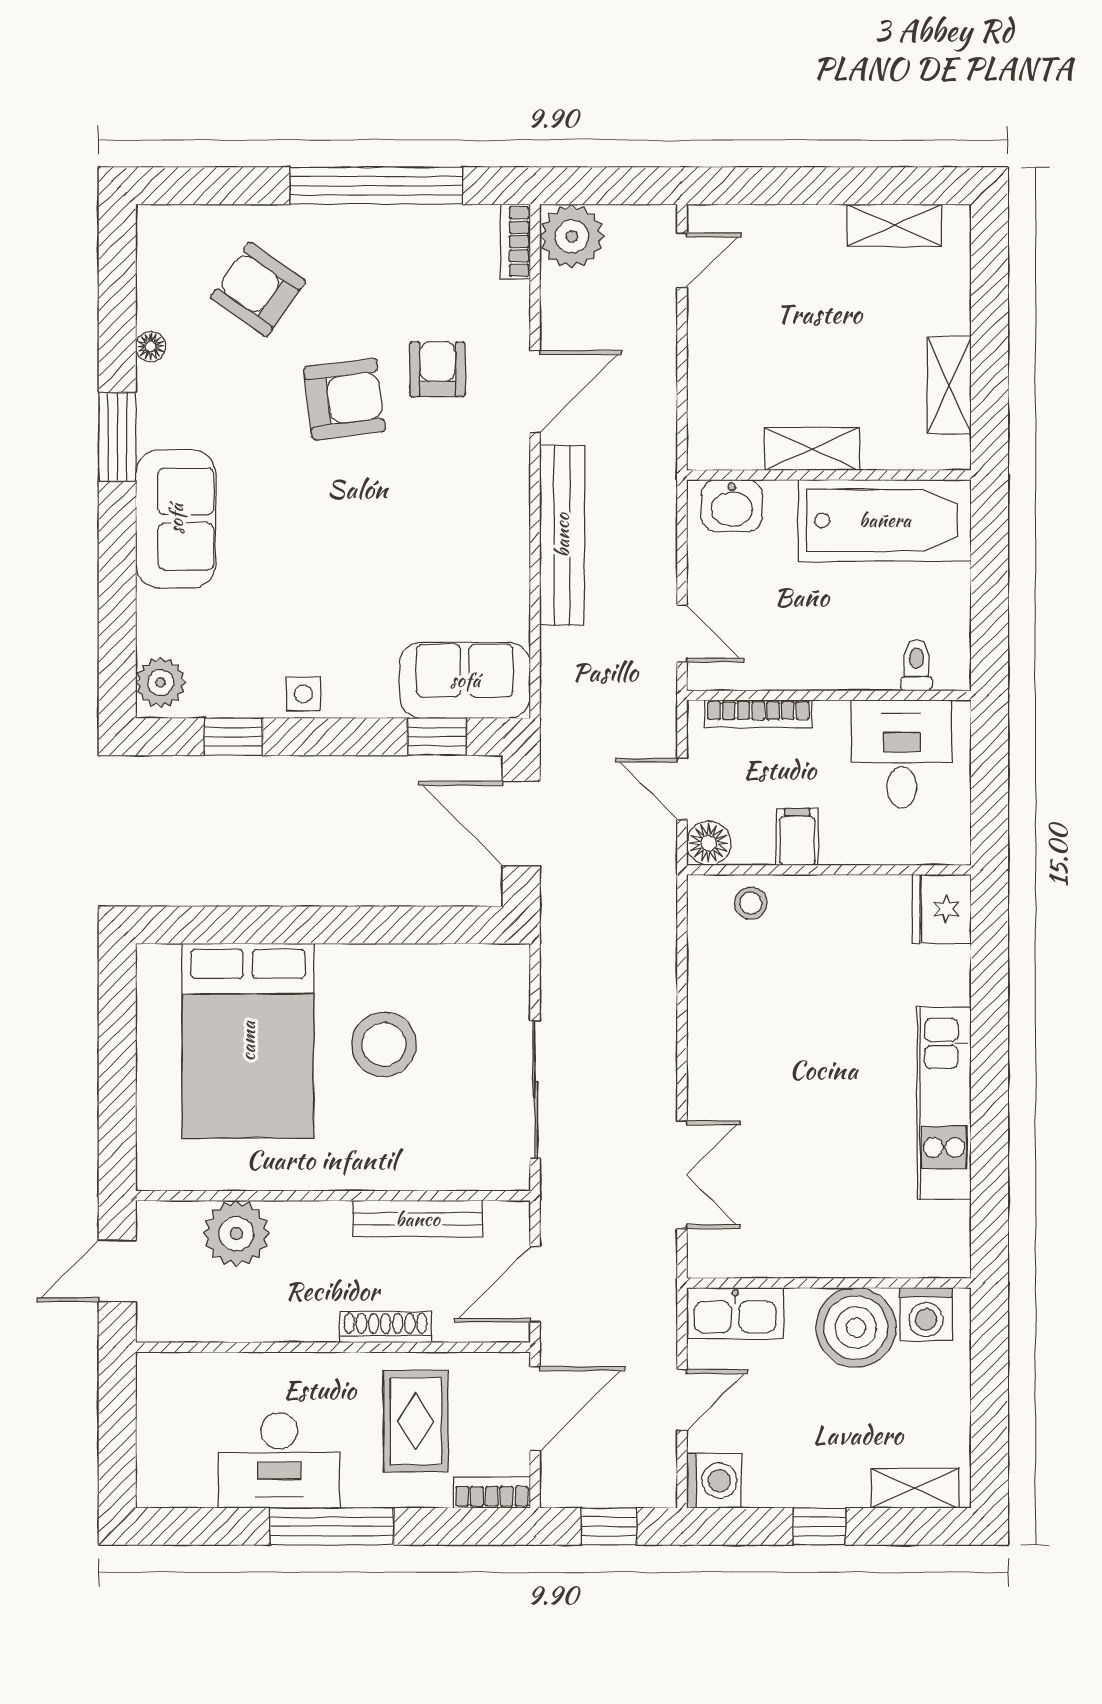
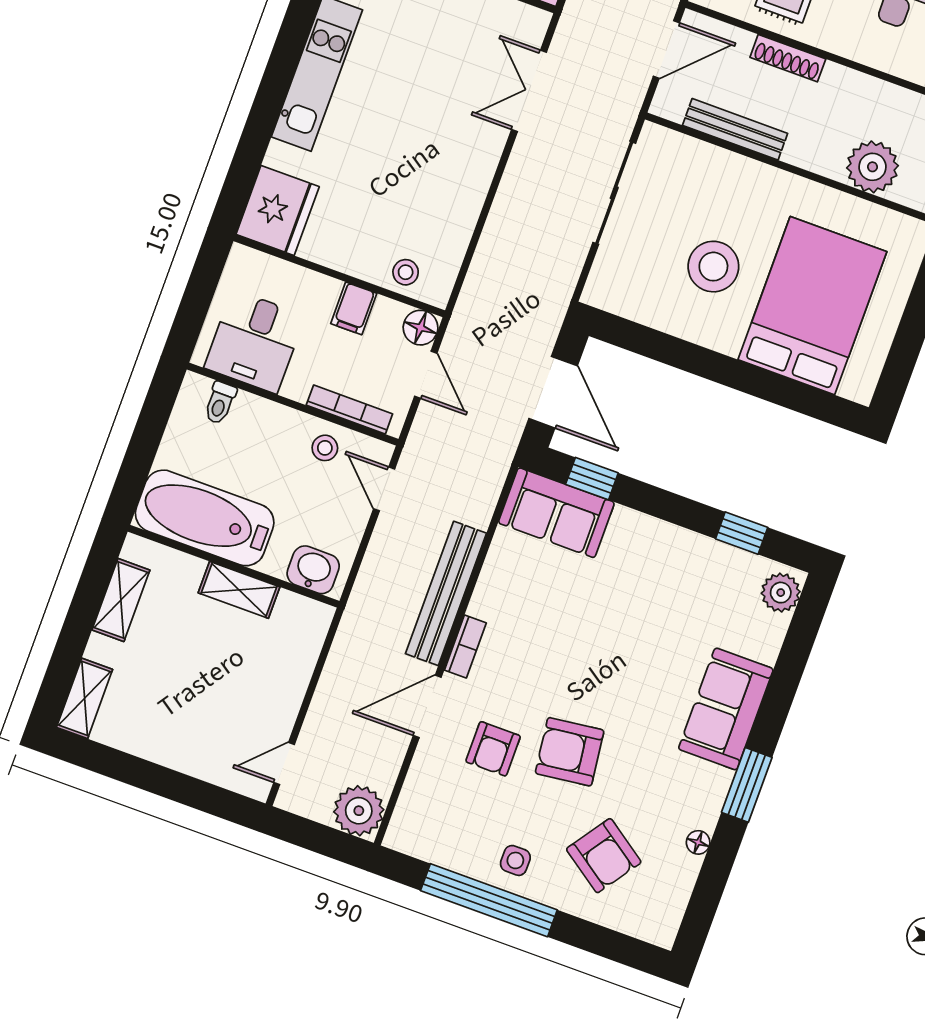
shelving: (894, 225) -> (85, 698), moved, turned 90
bookcase: (515, 242) -> (465, 646), moved
stool: (771, 657) -> (325, 448), added
side table: (303, 694) -> (515, 860), moved
fridge: (942, 909) -> (278, 210), width x1.36, depth x1.34

